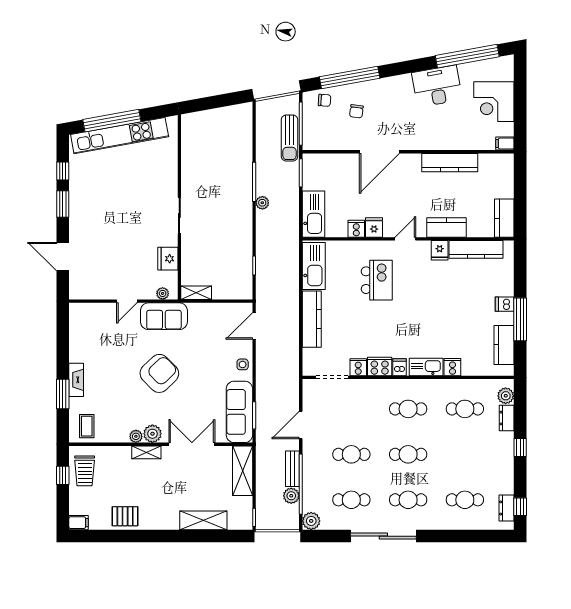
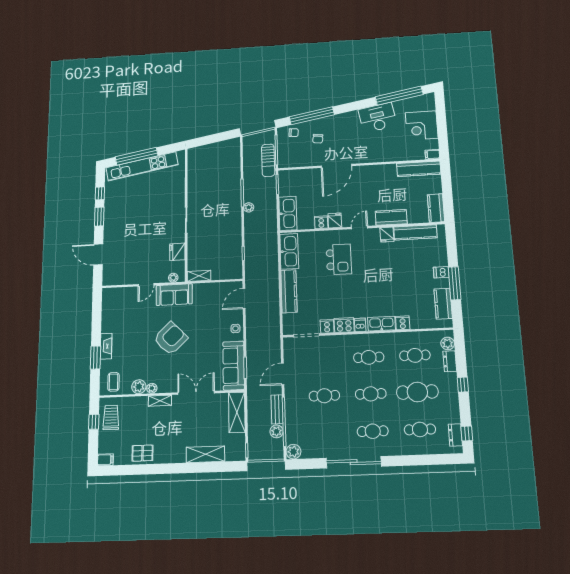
kitchen counter: (450, 163) -> (419, 169), moved
plant: (152, 434) -> (139, 387), moved
trolley: (85, 471) -> (111, 417), turned 180
cafe table: (351, 500) -> (417, 392), moved, width x1.37, depth x1.35

